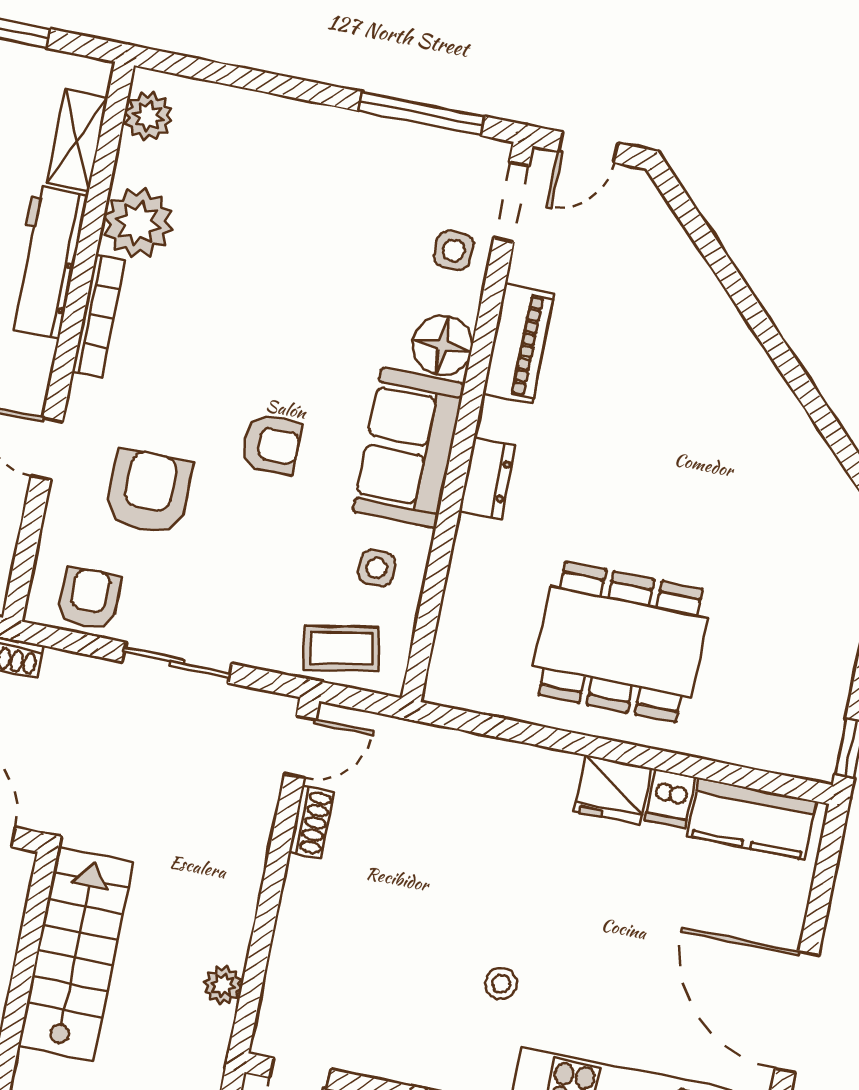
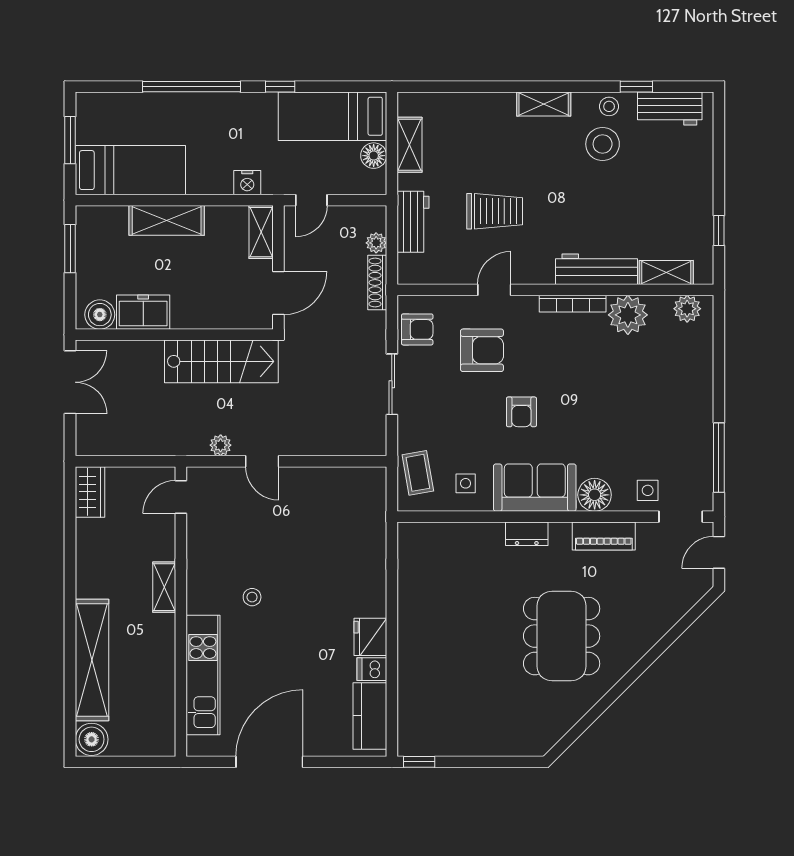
door: (588, 147) -> (719, 552), hinge flipped
dining table: (621, 642) -> (562, 636), moved
door: (300, 747) -> (262, 461), moved
shoe rack: (312, 822) -> (320, 476), removed

